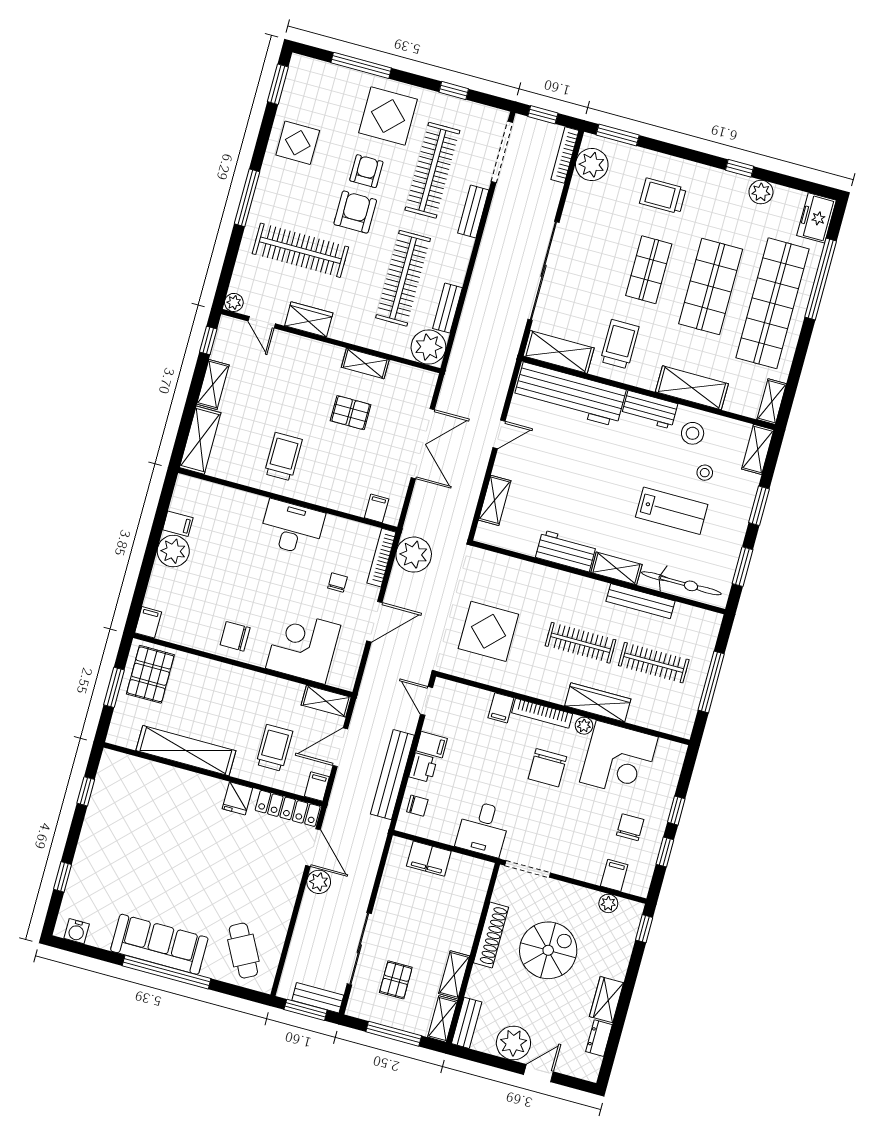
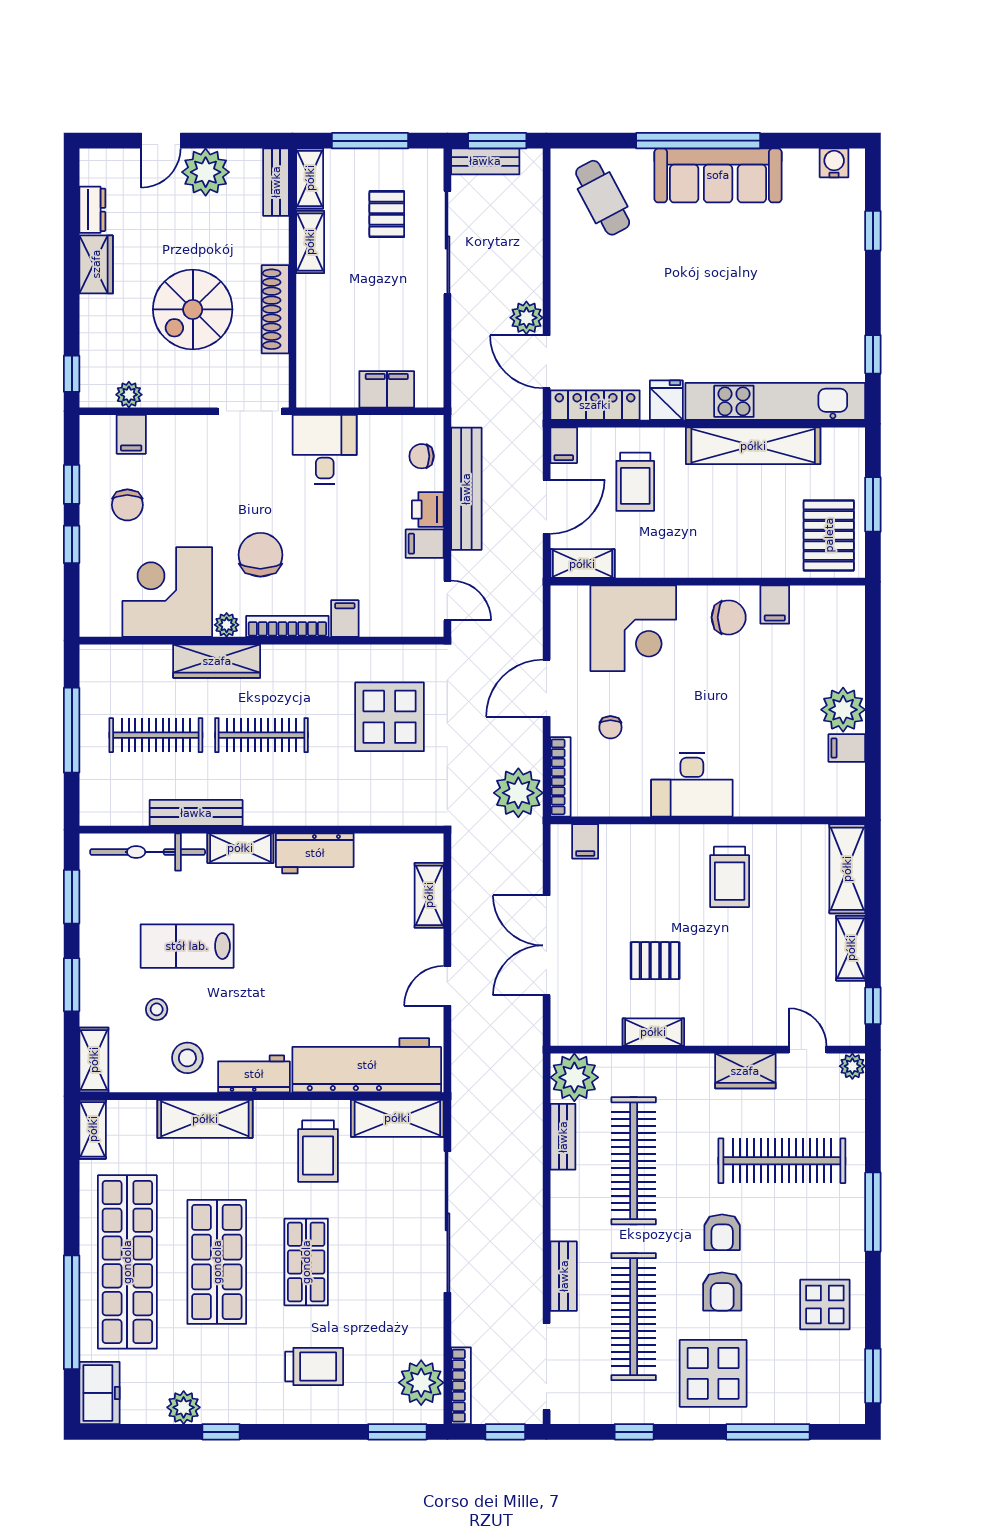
armchair: (355, 212) -> (722, 1232), width x0.72, depth x0.72
filing cabinet: (148, 622) -> (775, 605), moved
kitchen unit: (162, 777) -> (775, 401), added

